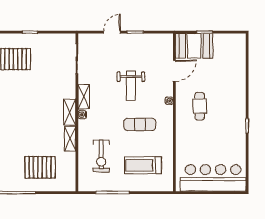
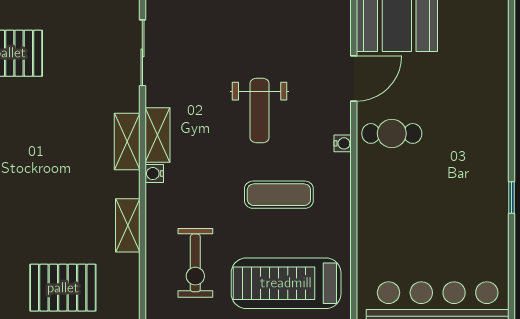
cafe table: (200, 106) -> (392, 133), moved, turned 90
shelving: (70, 112) -> (127, 142), moved
treadmill: (143, 165) -> (286, 283), width x1.37, depth x1.38

